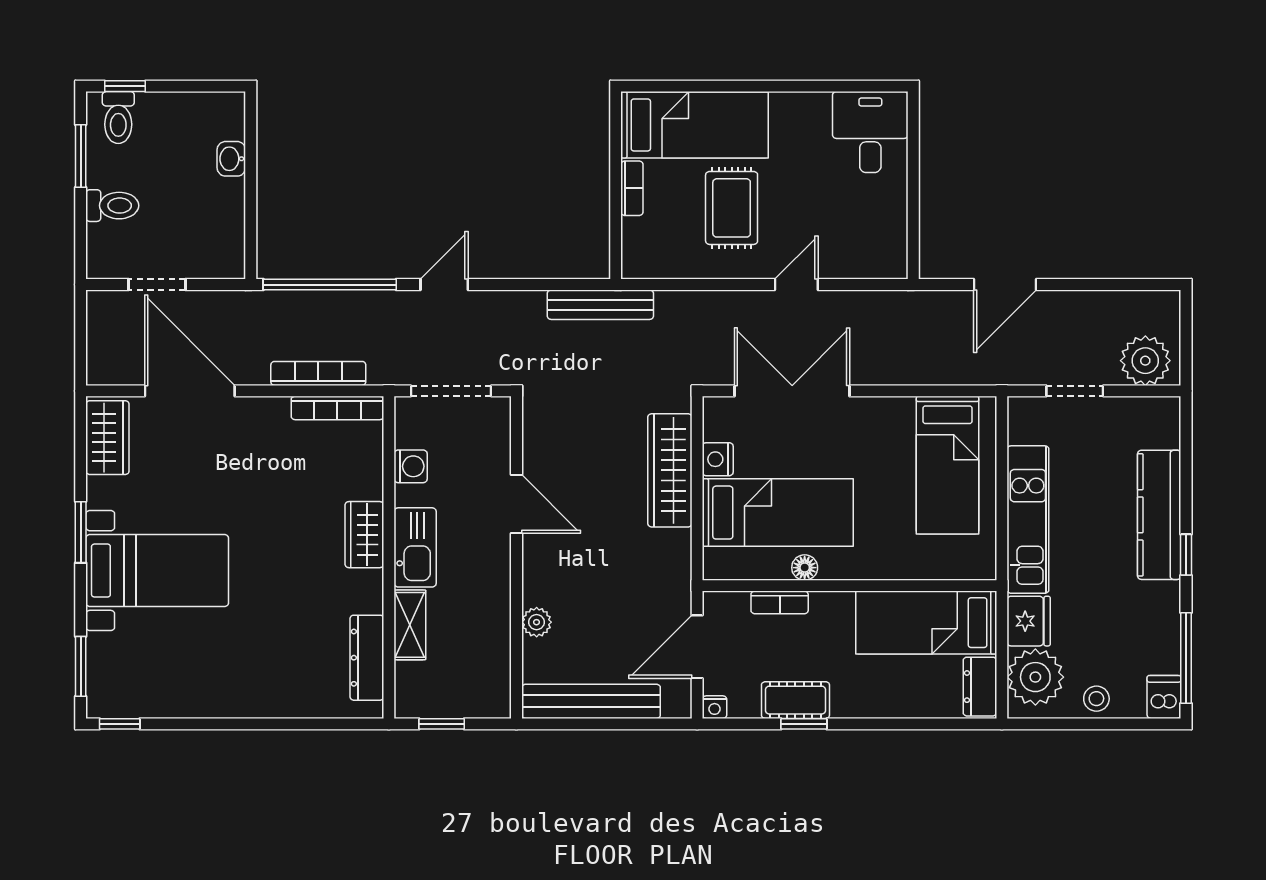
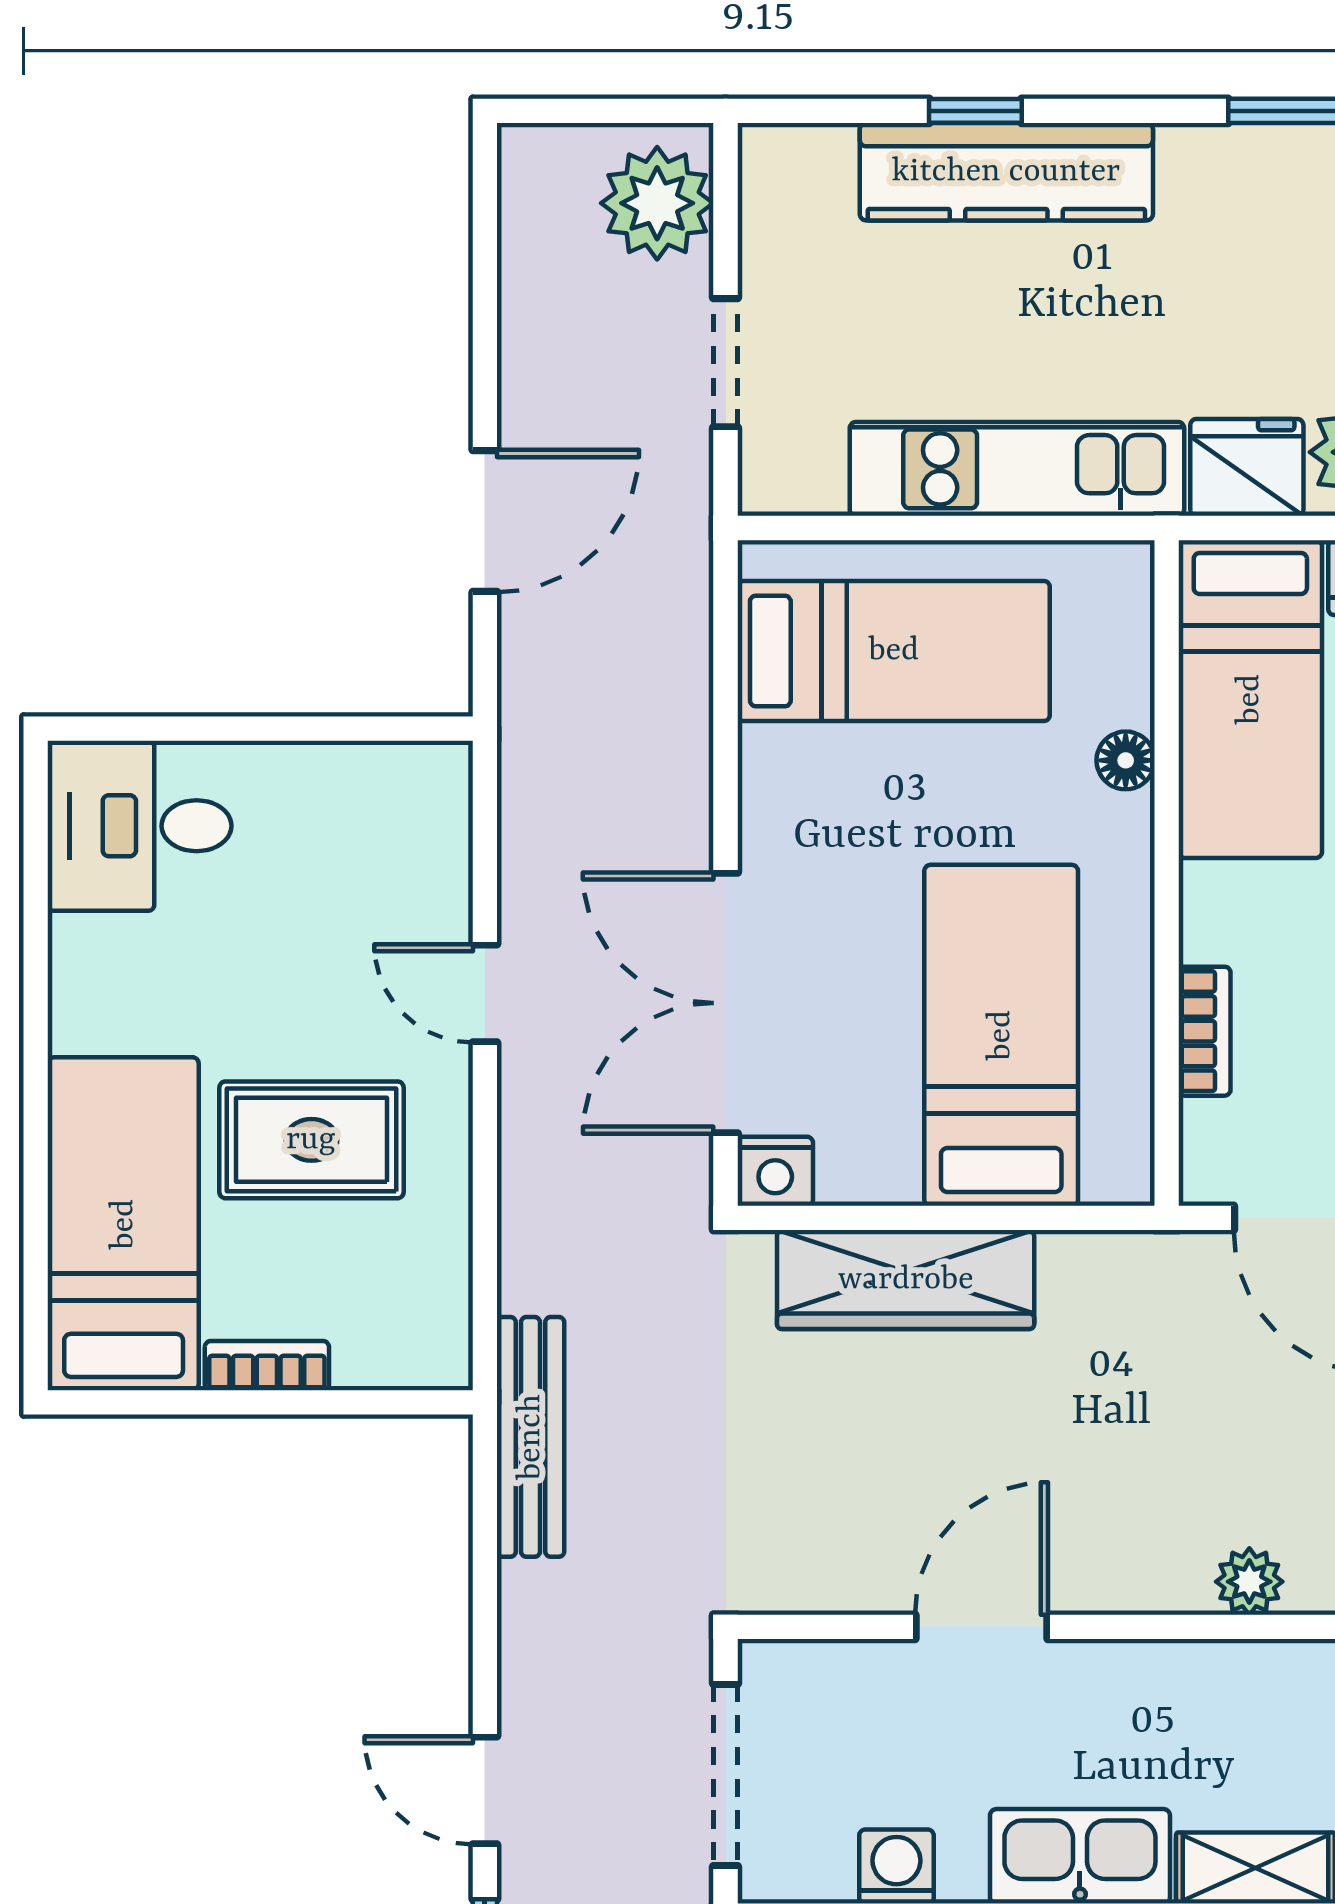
door: (1005, 285) -> (485, 521), hinge flipped
nightstand: (718, 459) -> (775, 1171), moved
window: (1186, 555) -> (975, 111), moved
floor lamp: (805, 568) -> (1126, 760), moved

